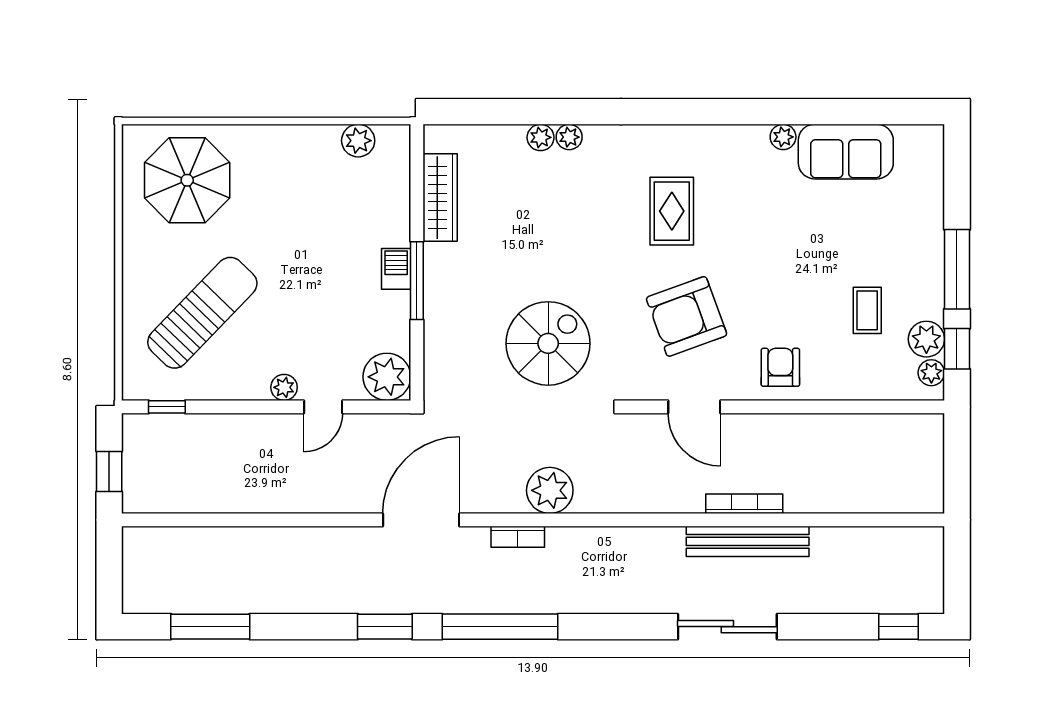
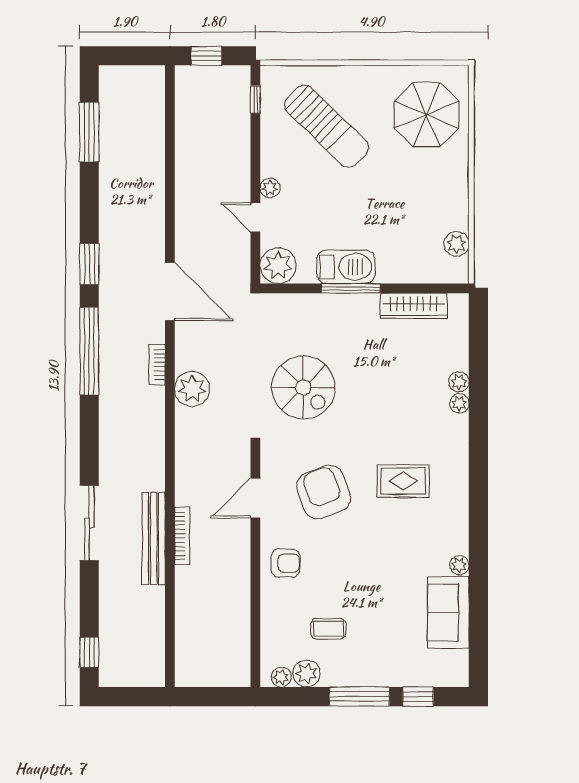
barbecue: (396, 269) -> (346, 267), width x1.88, depth x1.53
window: (957, 349) -> (418, 697), moved

